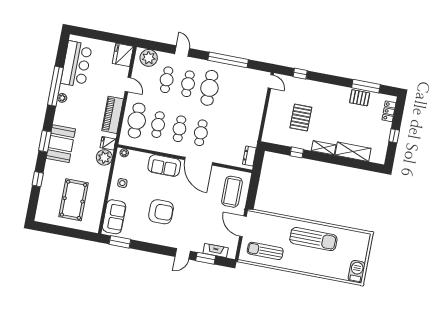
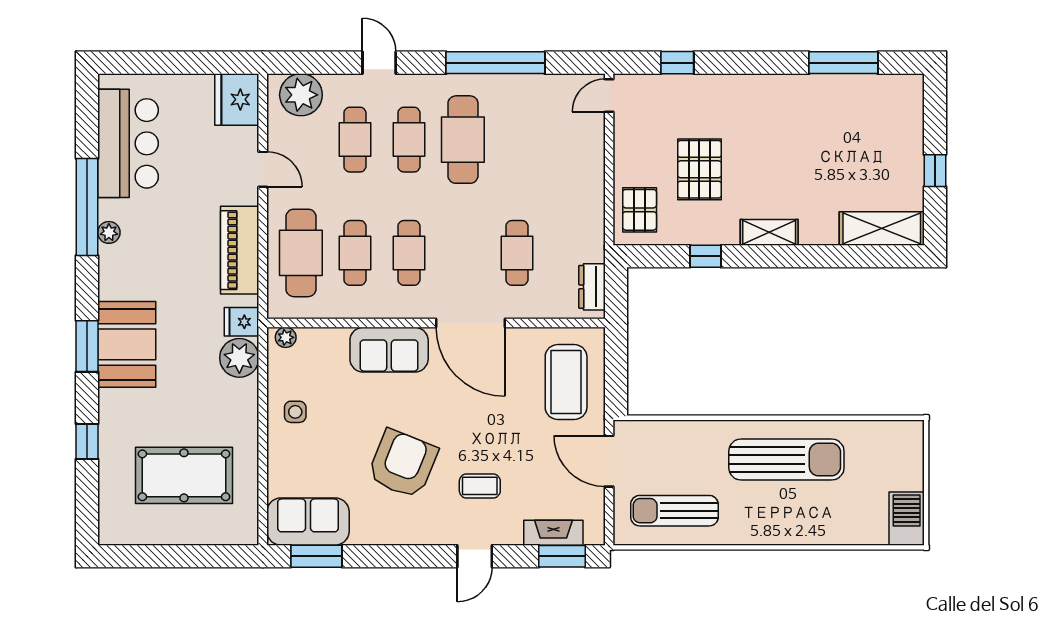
door: (271, 81) -> (609, 95), swing flipped
pallet: (360, 98) -> (640, 210), moved, turned 90
locker: (389, 111) -> (911, 113), removed
cafe table: (201, 133) -> (517, 253), moved
shelving: (353, 152) -> (882, 228), moved
pool table: (74, 200) -> (184, 475), turned 90
armchair: (161, 212) -> (403, 464), turned -68
sofa: (114, 217) -> (308, 522), moved, turned -90
coffee table: (190, 226) -> (480, 486), added
window: (206, 258) -> (562, 556), moved

